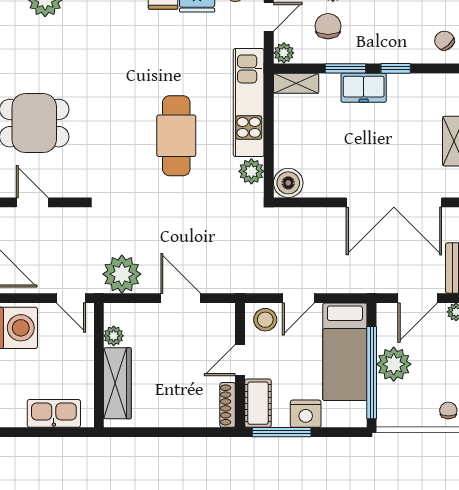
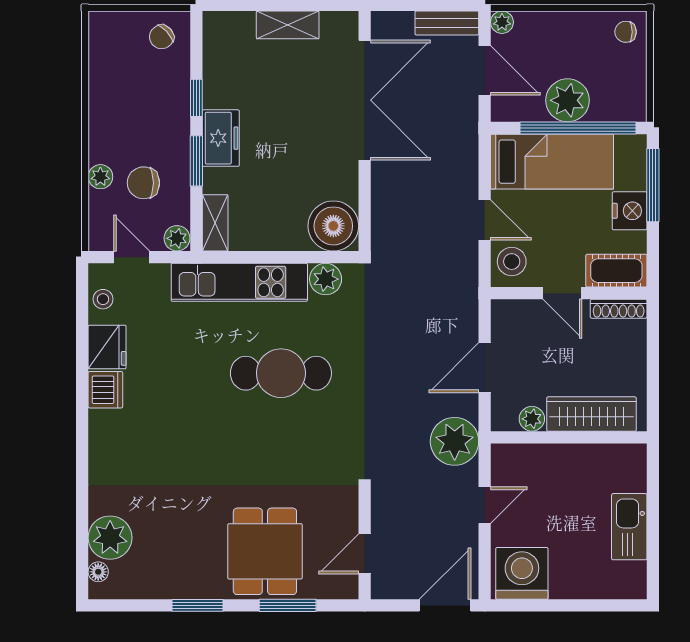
boiler: (288, 183) -> (333, 226), width x1.37, depth x1.37
plant: (114, 336) -> (532, 419), moved
wall: (99, 365) -> (569, 437), moved
wardrobe: (117, 383) -> (592, 414), moved
window: (282, 432) -> (653, 185), moved

